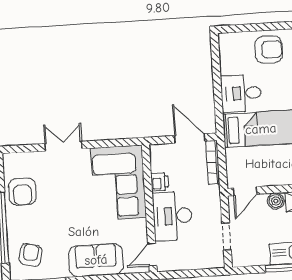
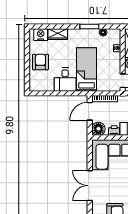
double door: (63, 146) -> (90, 186), width x1.37
floor lamp: (161, 155) -> (98, 129), added

